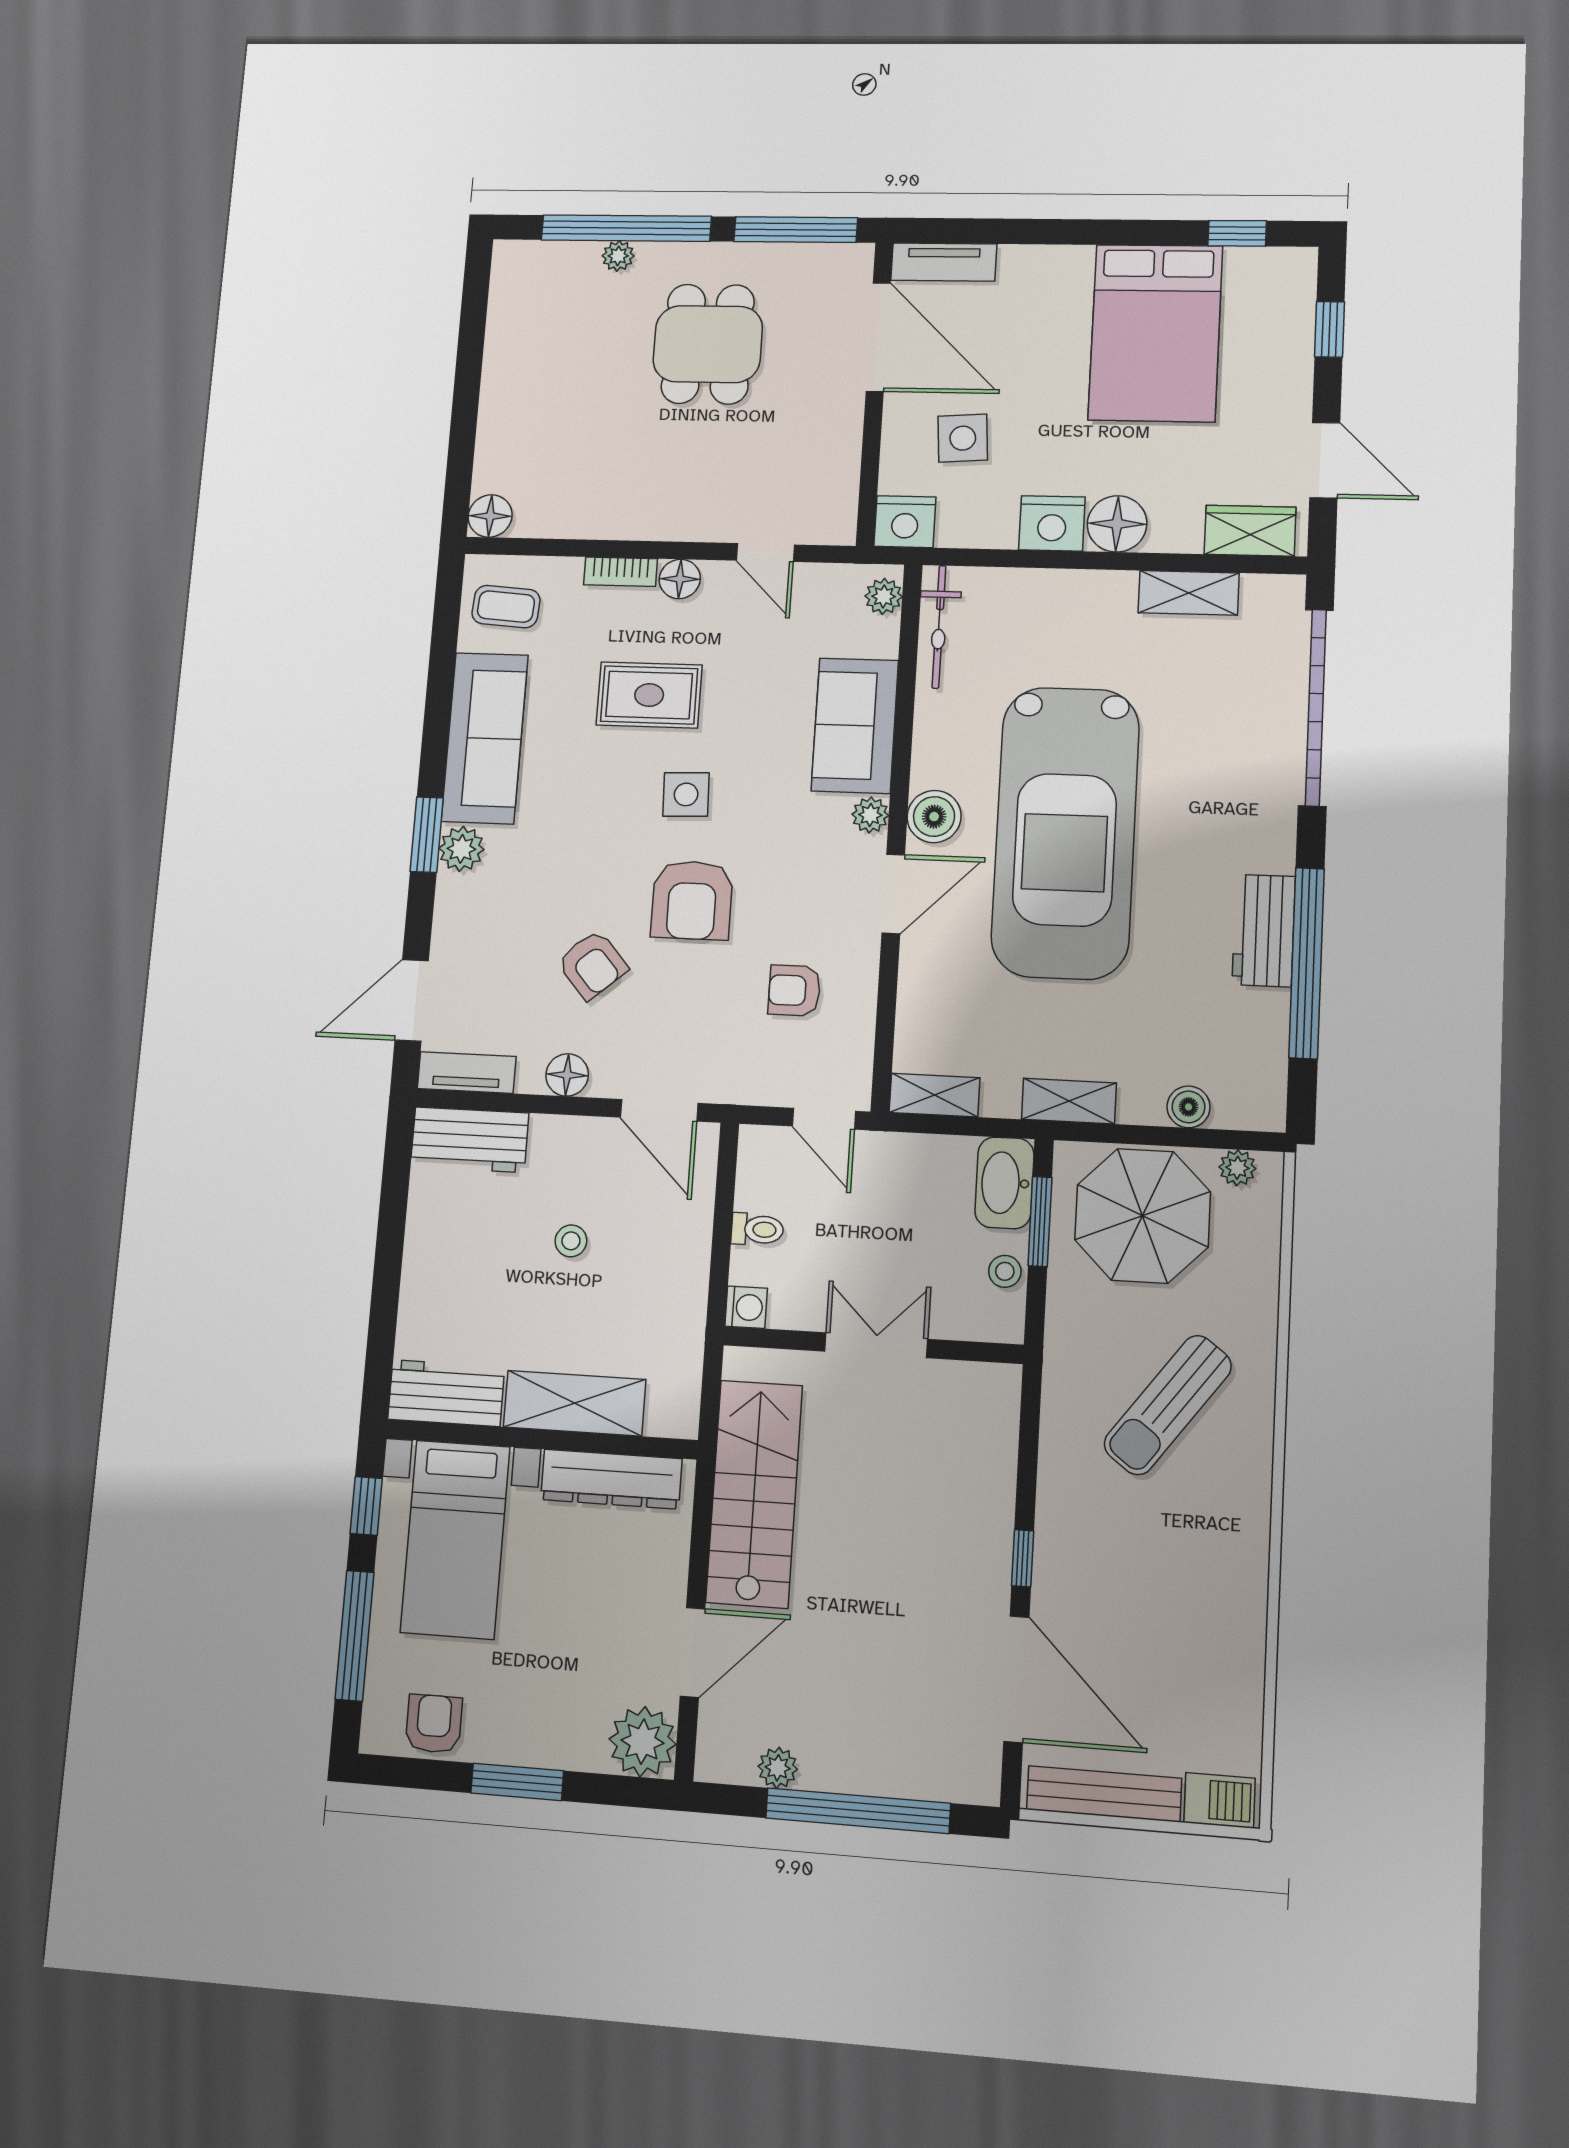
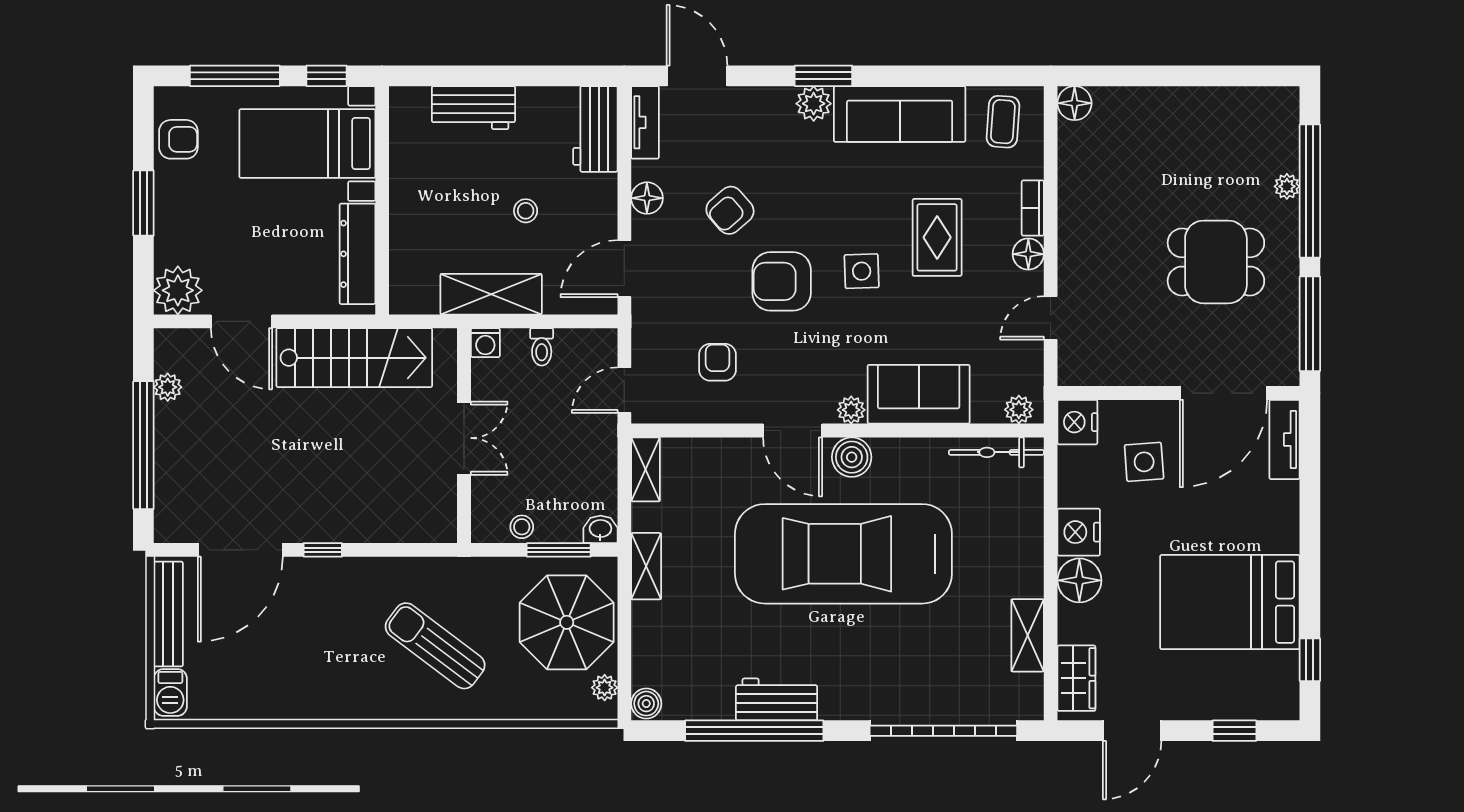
boiler: (1189, 1107) -> (646, 704), moved
washbasin: (1004, 1183) -> (600, 529), width x0.52, depth x0.69
workbench: (446, 1393) -> (473, 108), moved, turned 90
shelving: (575, 1403) -> (491, 294), moved, turned 90

